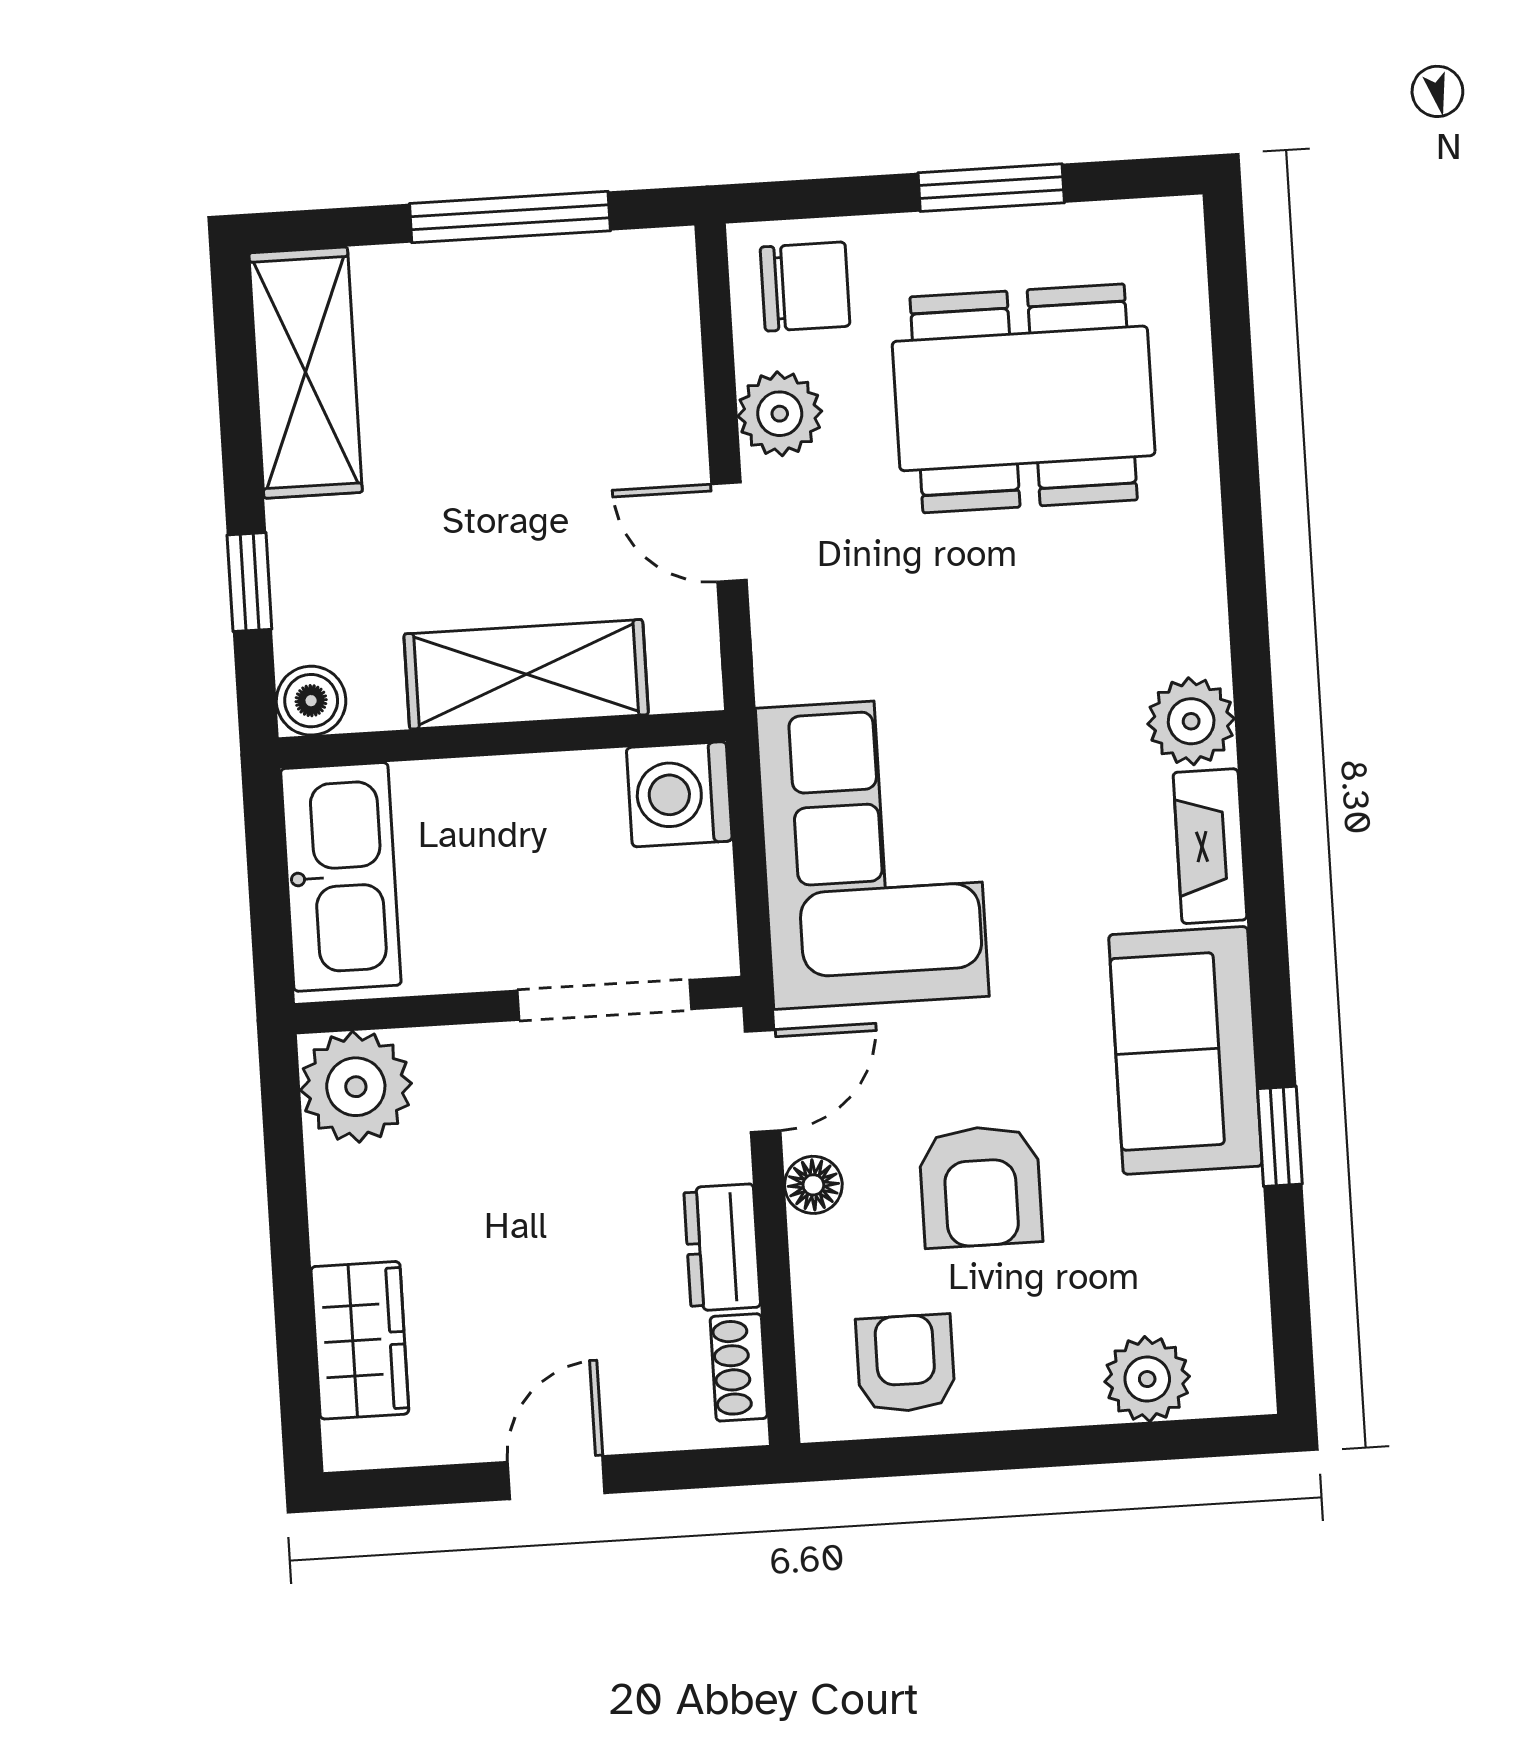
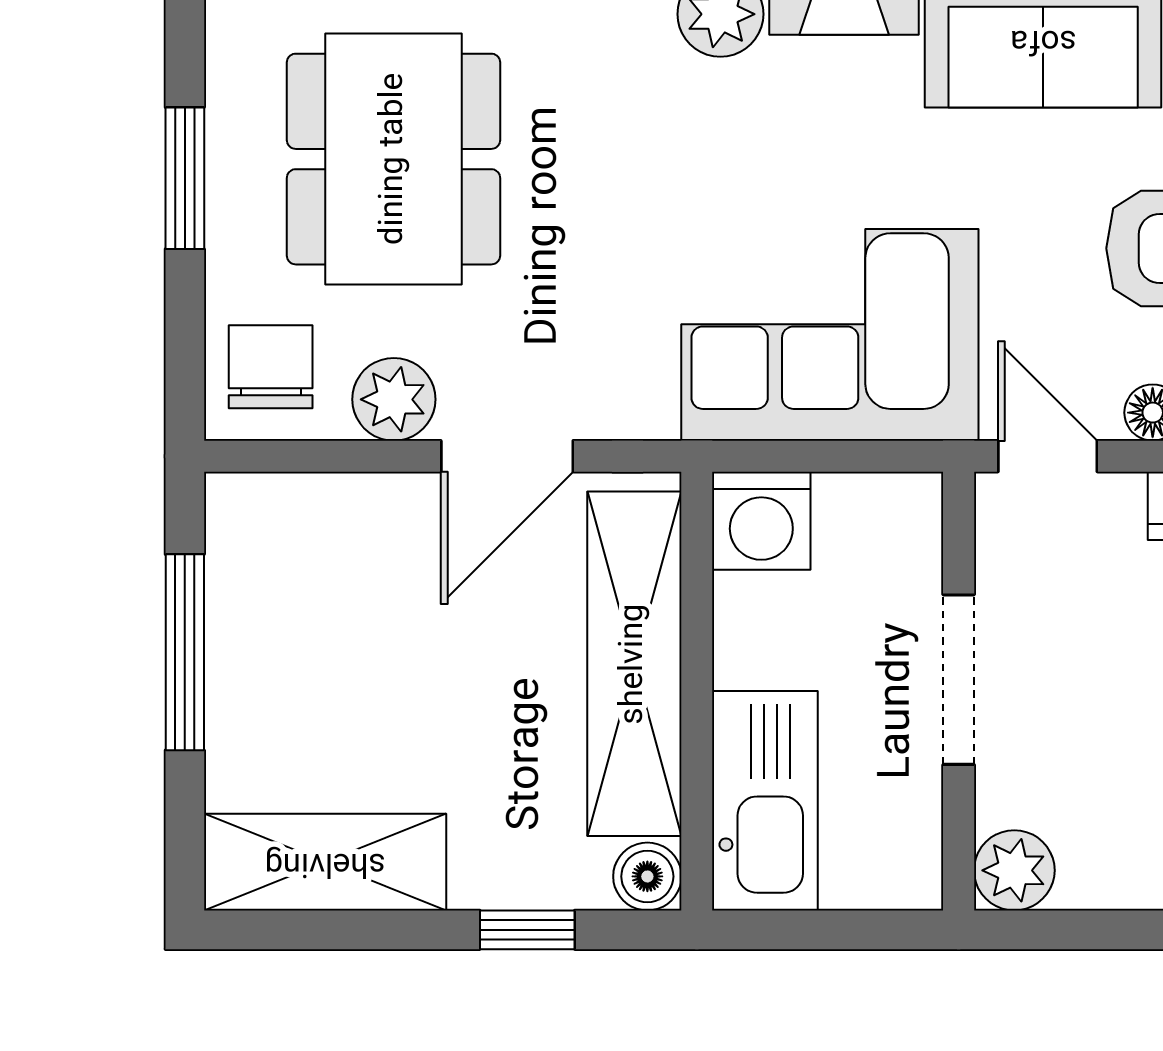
door: (729, 532) -> (507, 456), width x1.38
shelving: (526, 674) -> (634, 664), width x1.47
kitchen sink: (341, 877) -> (765, 801), moved, turned 90
doorway: (605, 1000) -> (959, 680), moved
plant: (356, 1087) -> (1014, 870), width x0.73, depth x0.73

